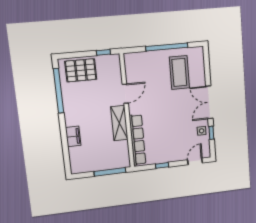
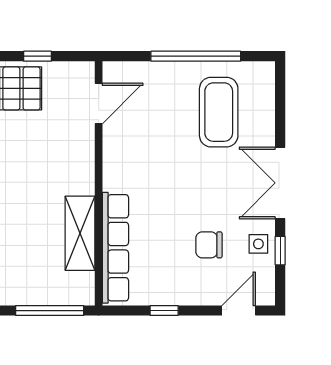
window: (103, 52) -> (37, 56), moved
door: (125, 94) -> (99, 104), moved
shelving: (119, 123) -> (80, 233), moved
chair: (180, 134) -> (209, 245), added

